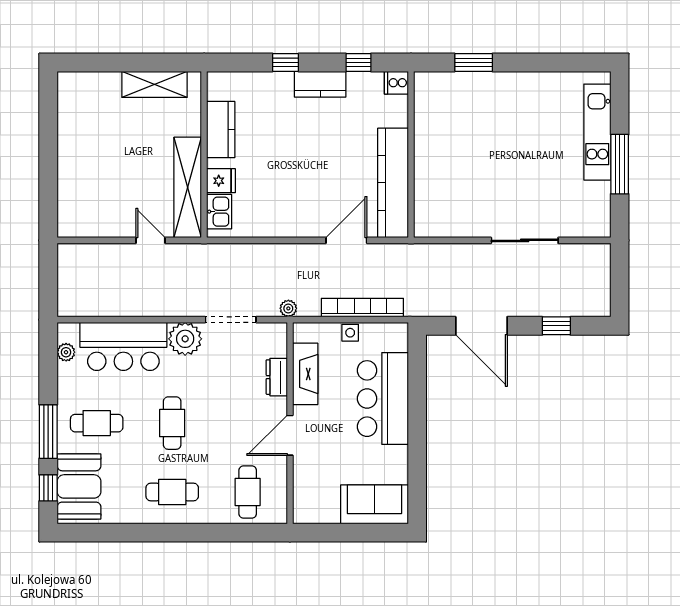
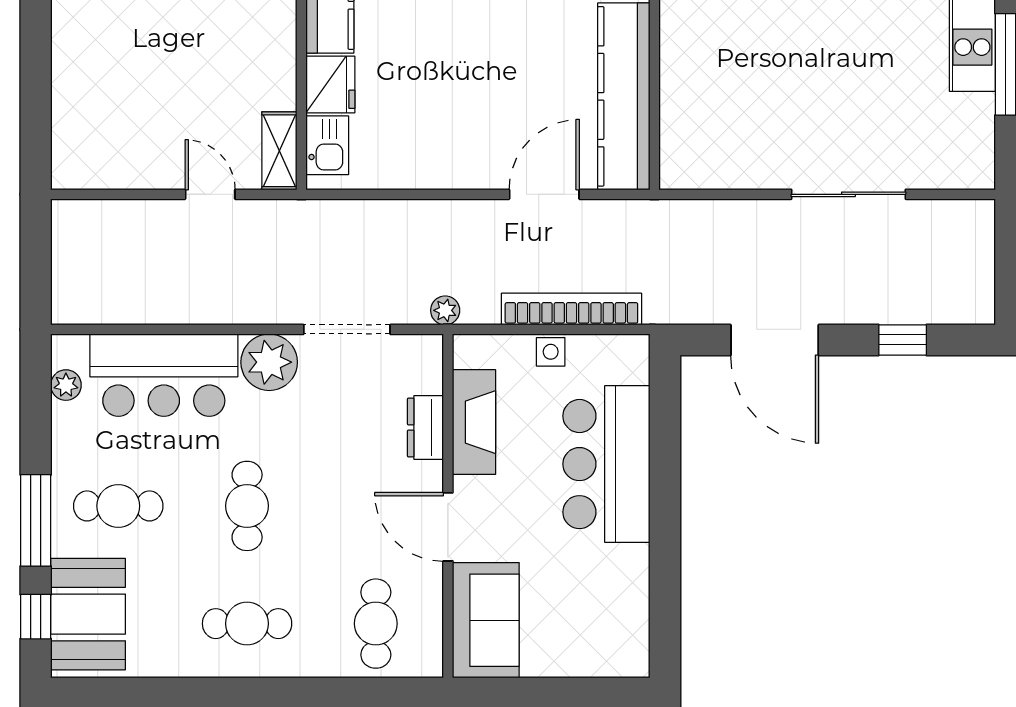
fridge: (221, 181) -> (330, 84), width x1.38
shelving: (188, 187) -> (279, 151), width x0.45, depth x0.75
door: (290, 435) -> (448, 527), hinge flipped
sofa: (375, 504) -> (486, 620), moved, turned 90

